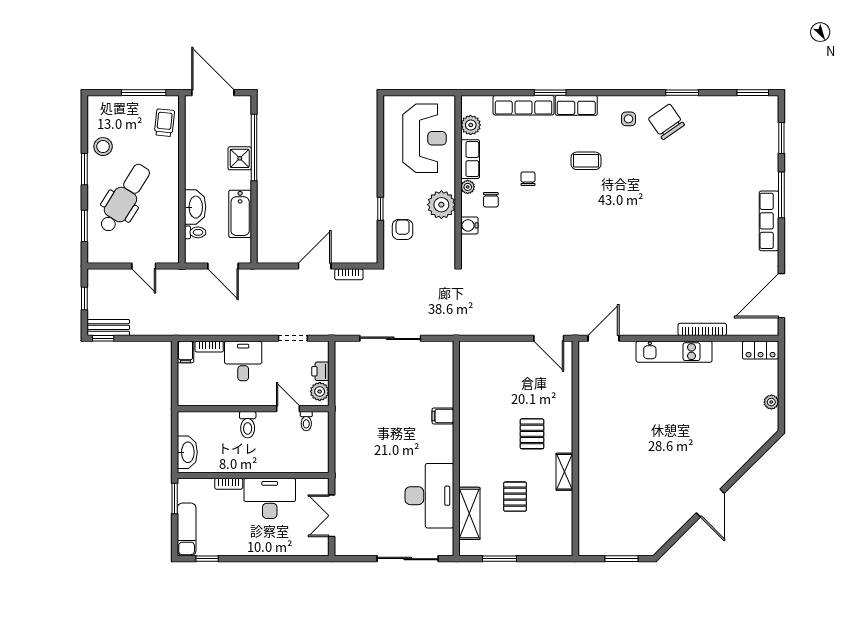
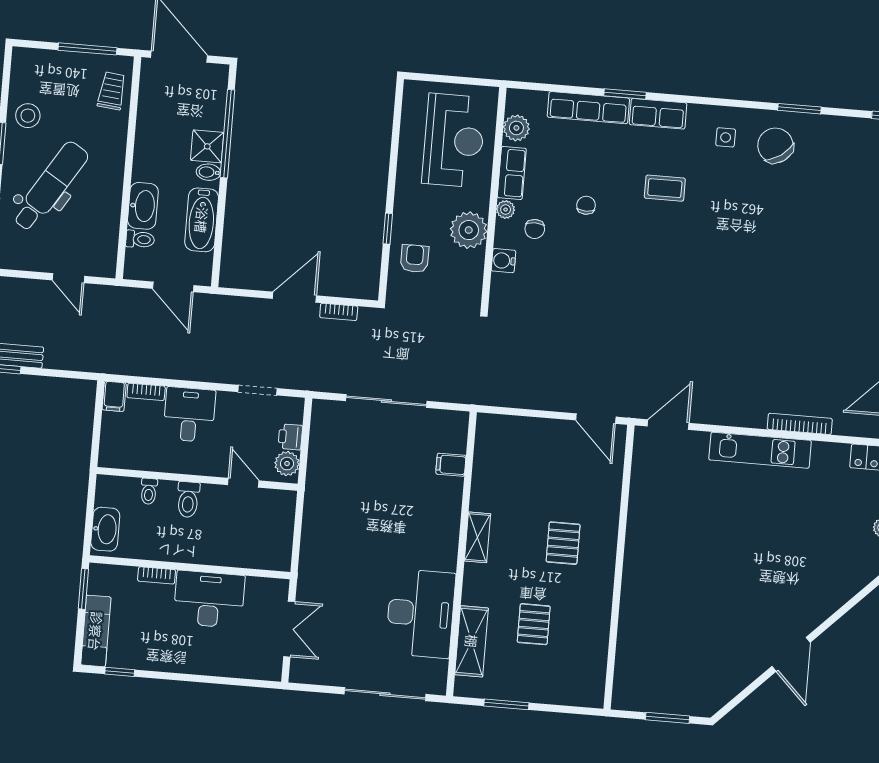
bidet: (242, 178) -> (208, 172), added
filing cabinet: (443, 416) -> (451, 465), moved
toilet: (306, 421) -> (149, 491), moved
shelving: (564, 472) -> (478, 537), moved
double door: (332, 516) -> (289, 629), swing flipped

